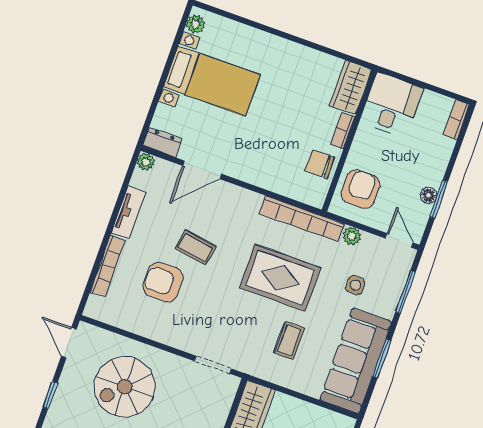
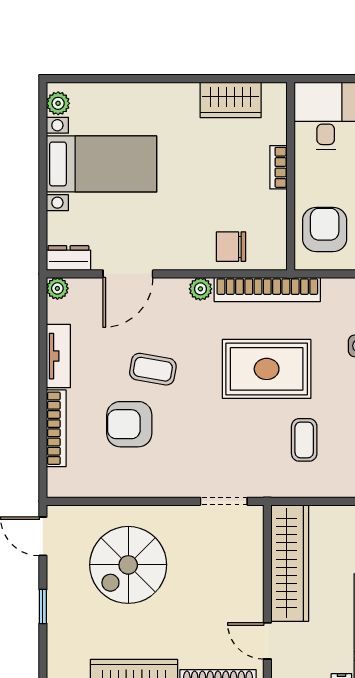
wardrobe: (351, 87) -> (231, 100), moved, turned -90
chair: (320, 164) -> (231, 247), moved
plant: (352, 236) -> (200, 289), moved

